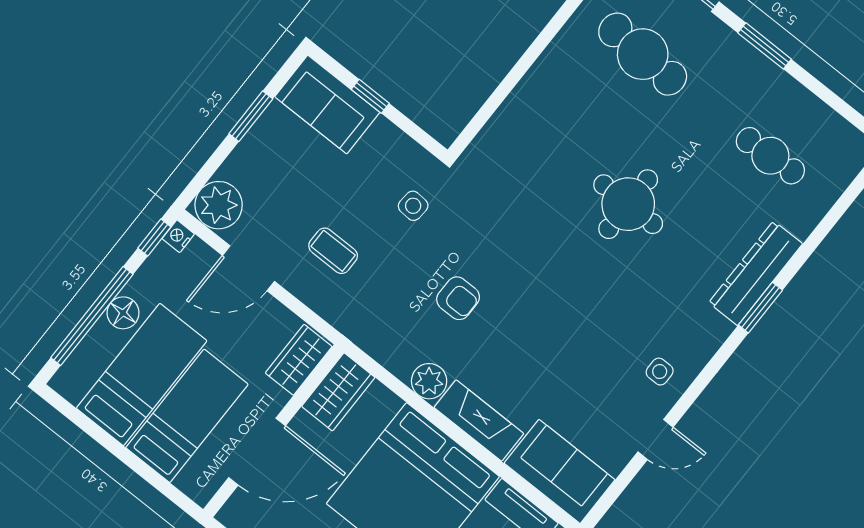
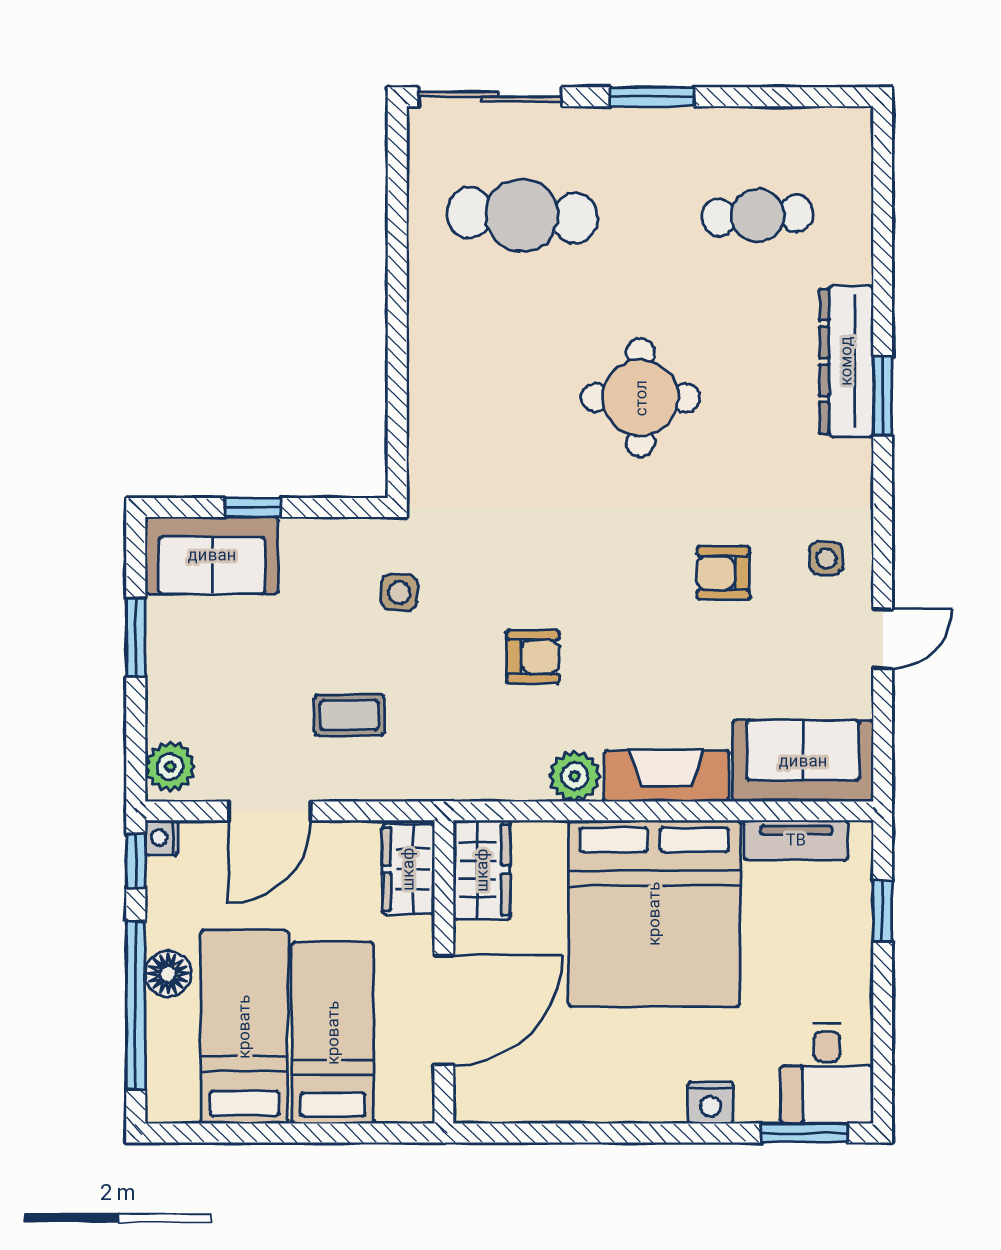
plant: (219, 205) -> (170, 766), width x0.73, depth x0.73
armchair: (597, 335) -> (723, 573), added

